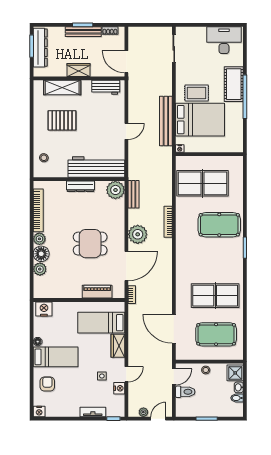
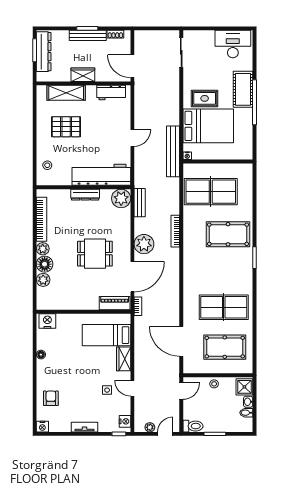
bench: (166, 121) -> (173, 151), moved
piano: (97, 292) -> (115, 303), moved
bed: (56, 357) -> (59, 370), removed
door: (126, 374) -> (132, 388), swing flipped
nightstand: (119, 388) -> (125, 421), moved
toilet: (185, 392) -> (193, 426), moved
tv unit: (93, 412) -> (85, 427), moved

